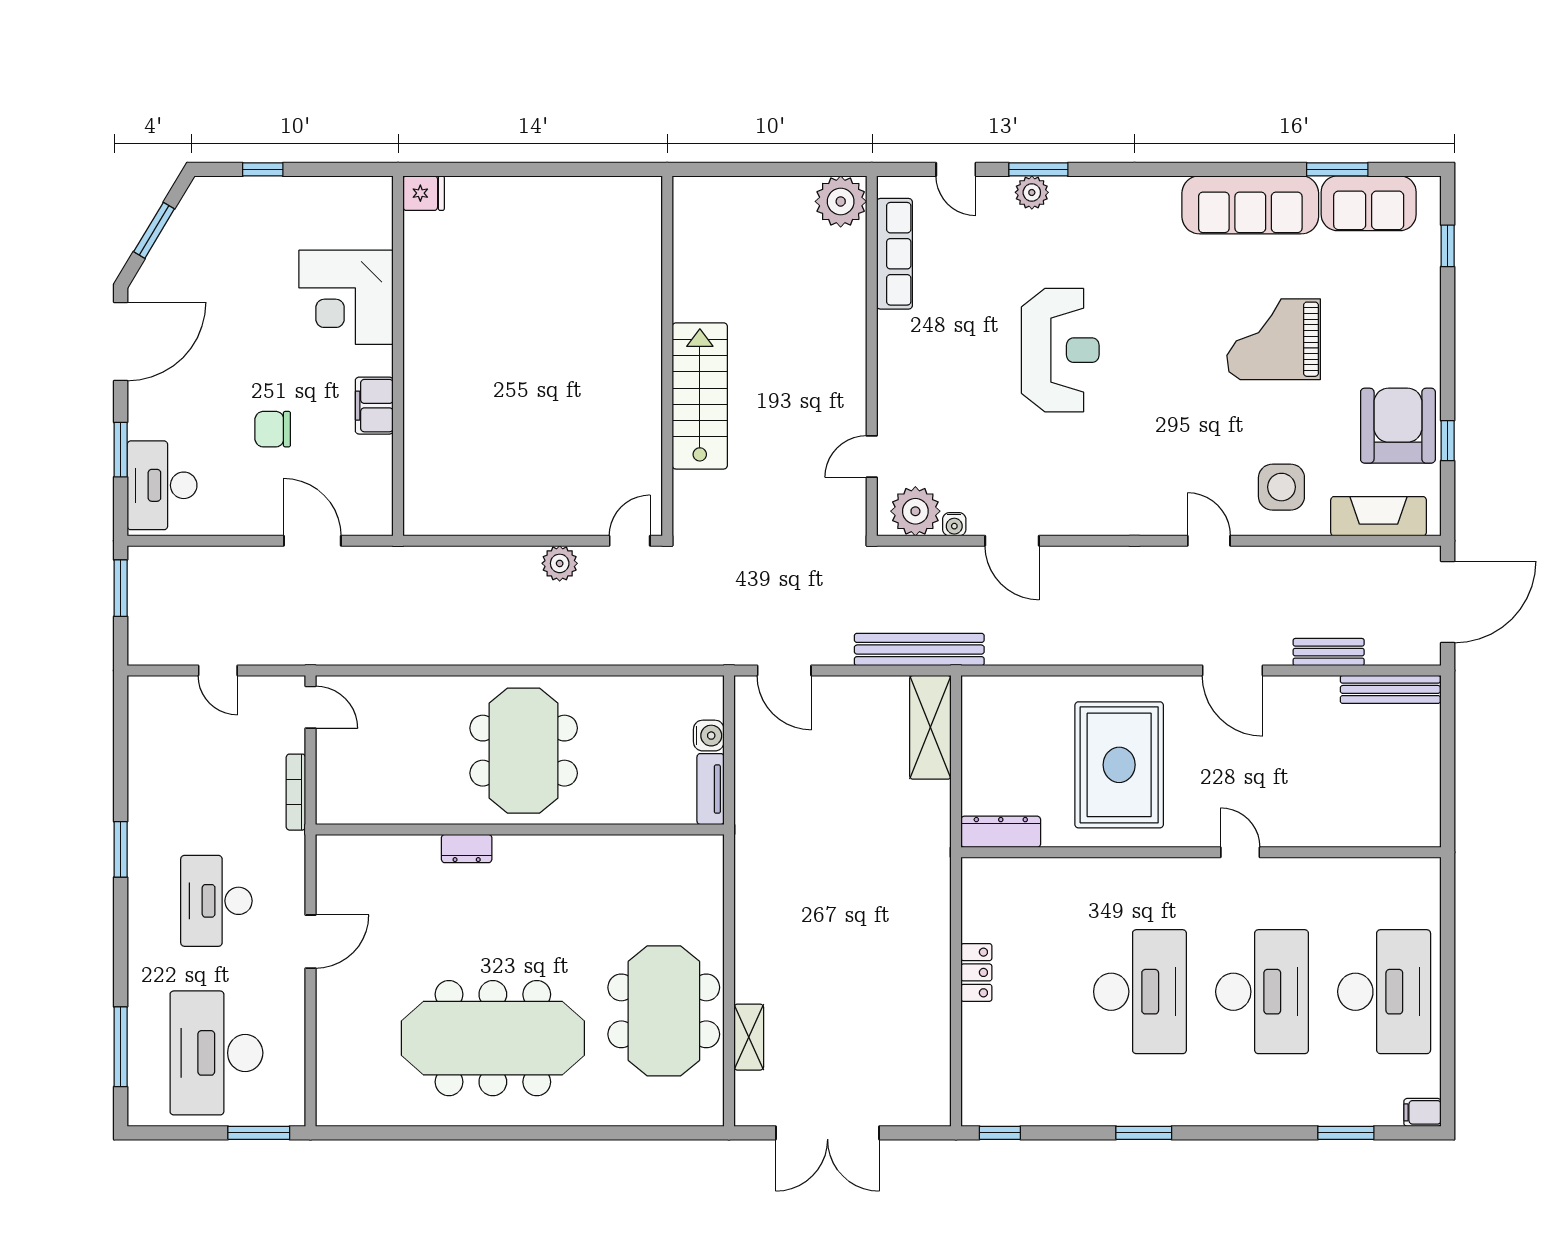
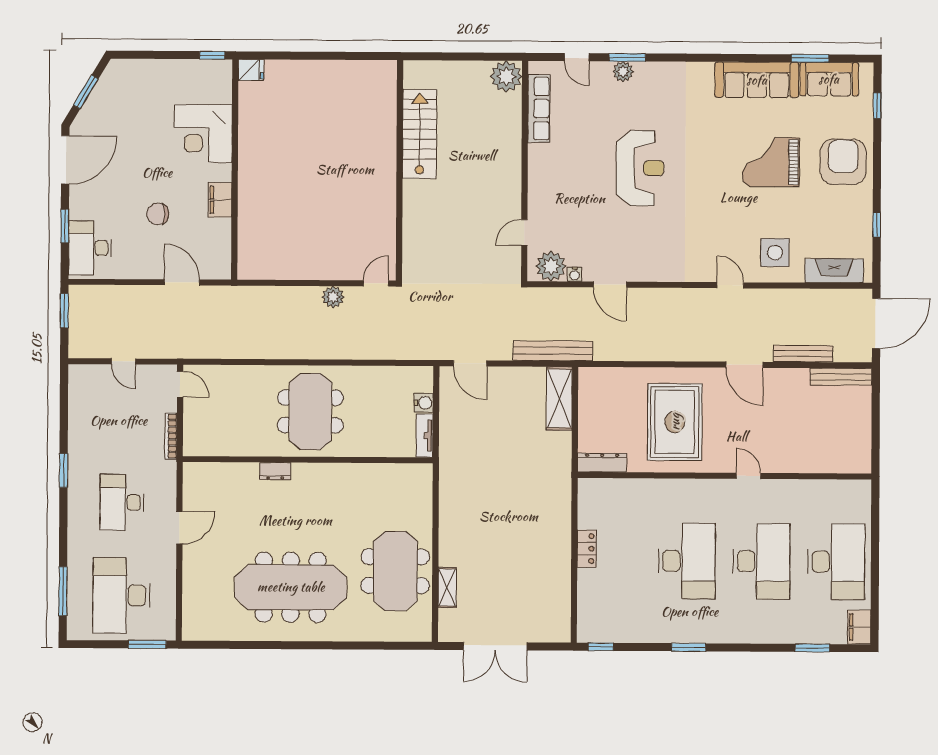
window: (263, 169) -> (212, 55), moved
stairs: (700, 396) -> (420, 134), moved
armchair: (1398, 426) -> (843, 162), moved
bench: (1329, 652) -> (803, 354), width x1.36
filing cabinet: (1422, 1112) -> (859, 627), width x2.00

